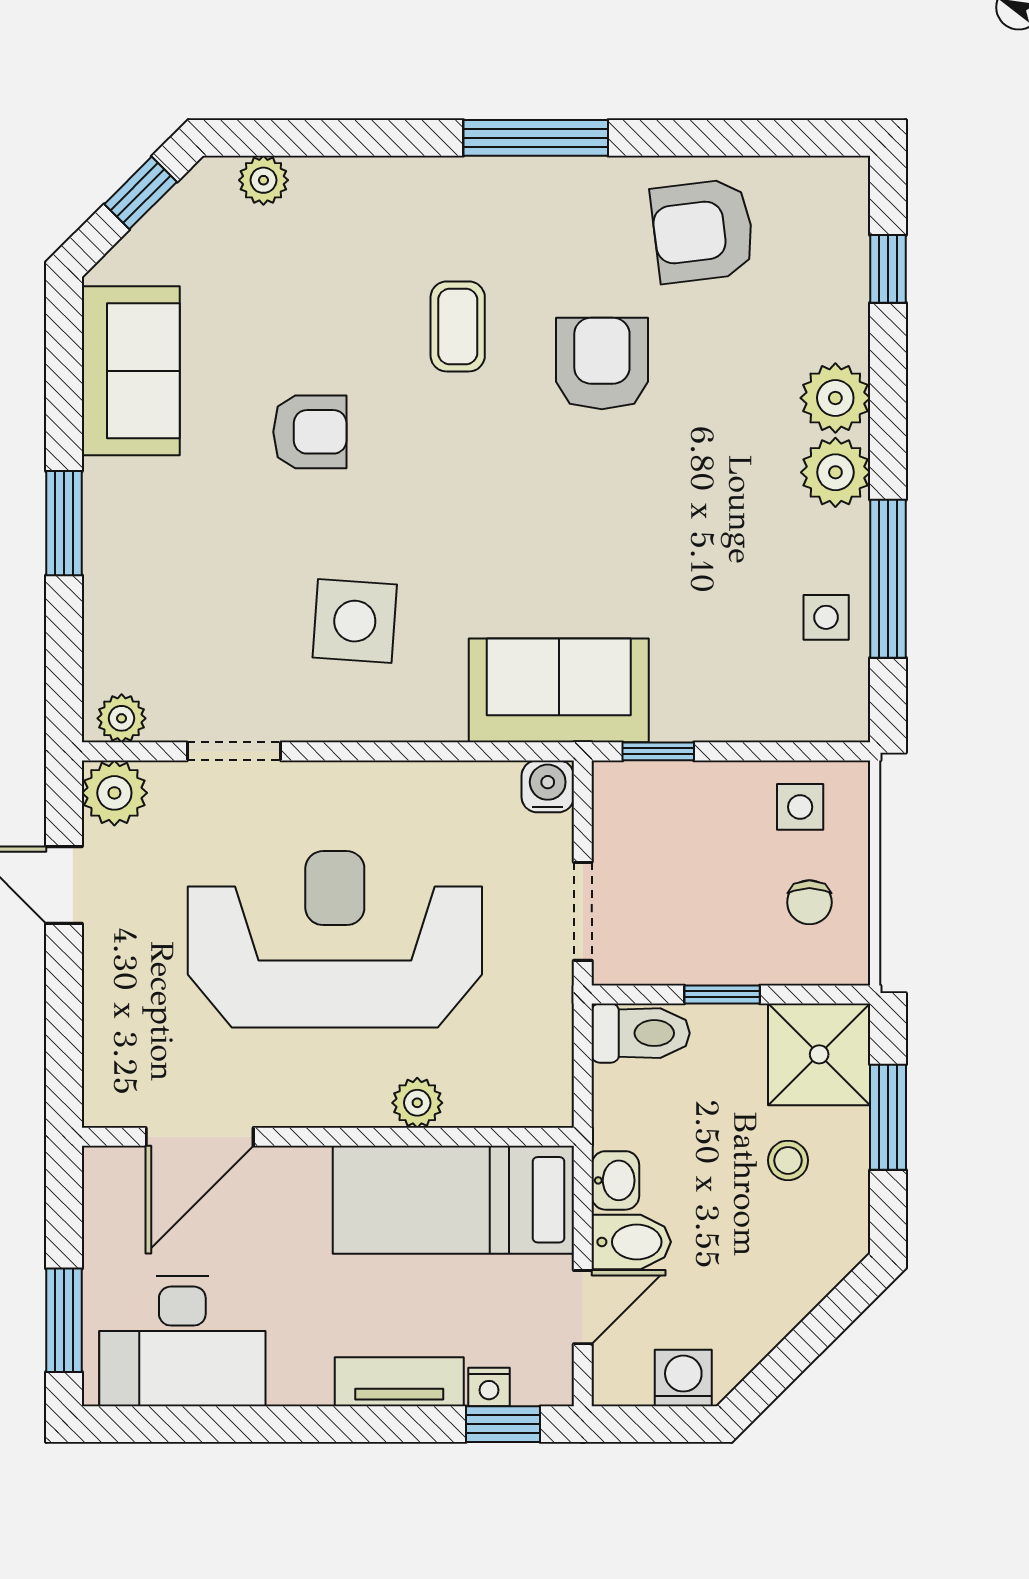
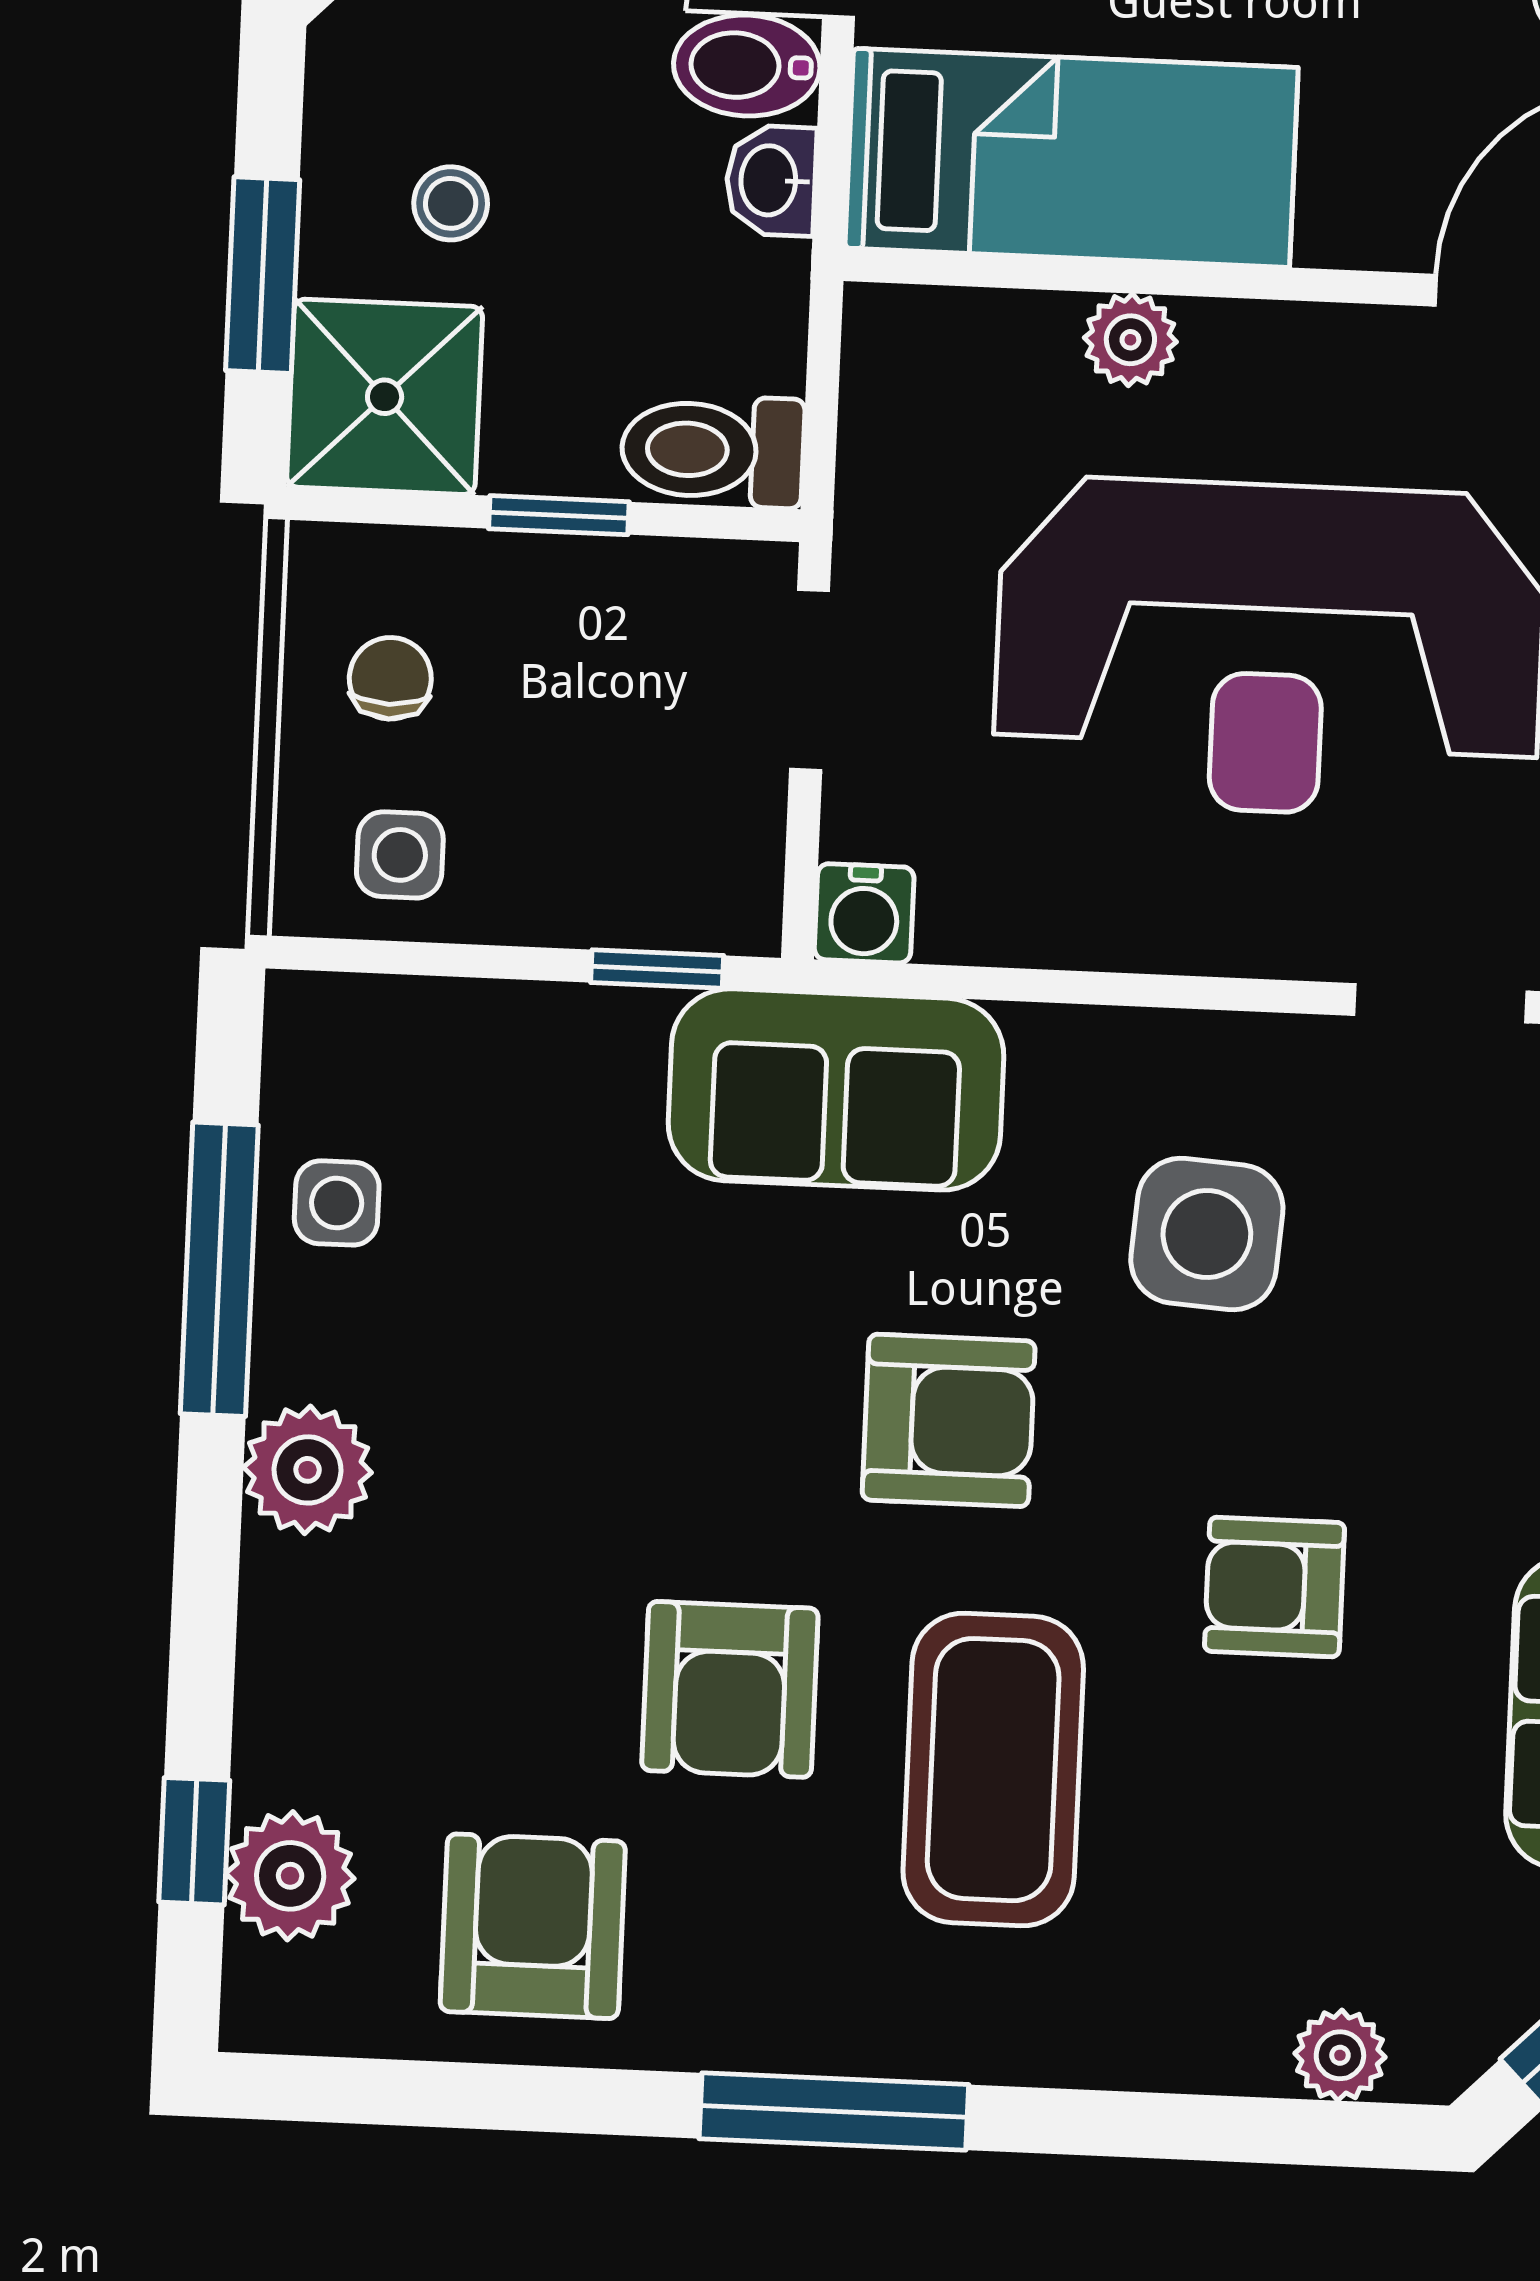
armchair: (703, 231) -> (533, 1926), turned -83
coffee table: (458, 326) -> (993, 1770), width x1.86, depth x1.72
plant: (835, 398) -> (290, 1876), moved
armchair: (490, 514) -> (949, 1420), added

